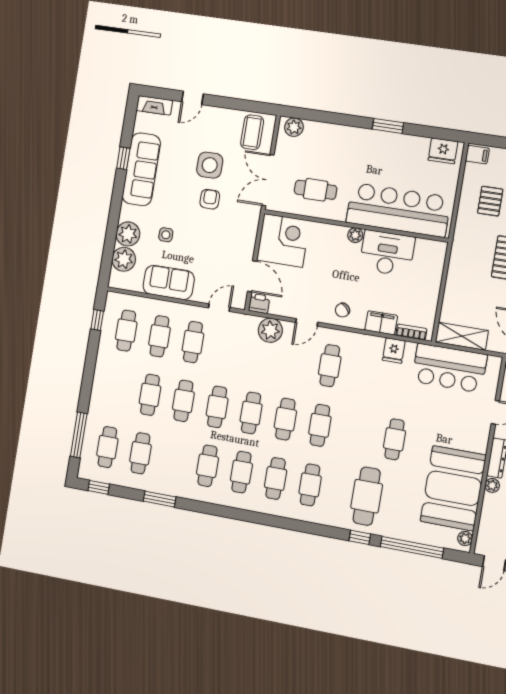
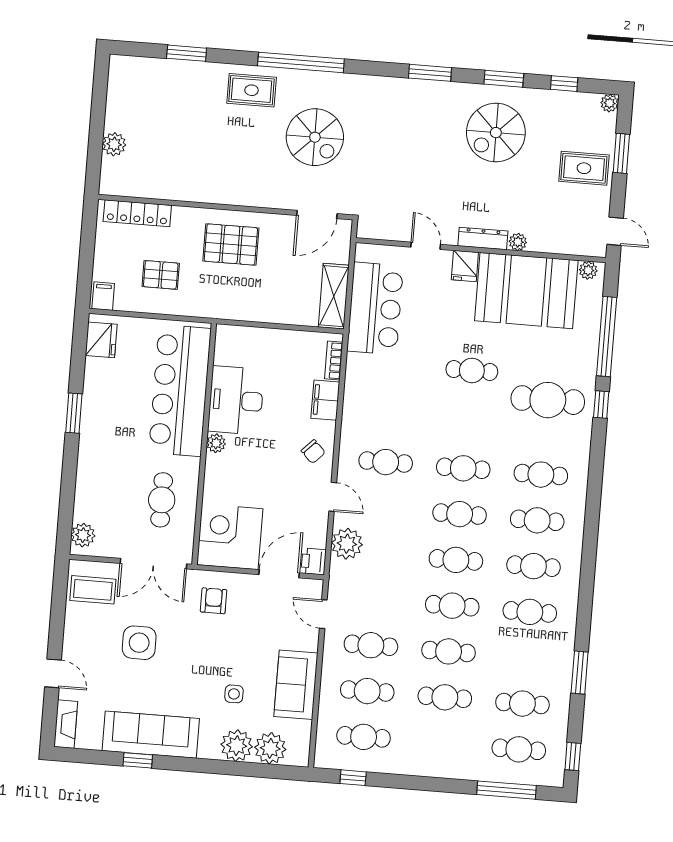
armchair: (210, 199) -> (214, 601), moved, turned 90
fridge: (394, 350) -> (465, 266), moved, turned 90

